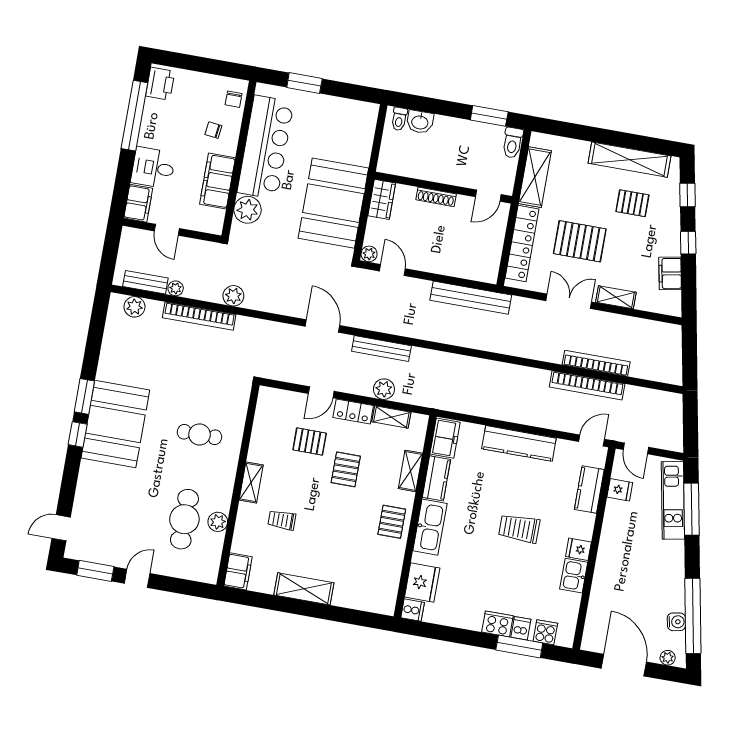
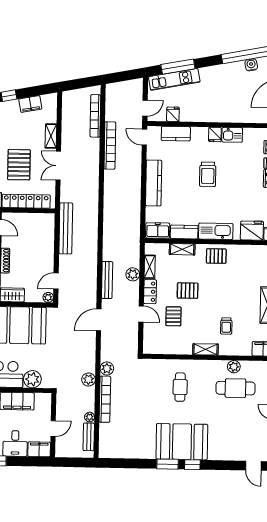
plant: (135, 307) -> (107, 368), moved
bookcase: (596, 363) -> (95, 116), moved

